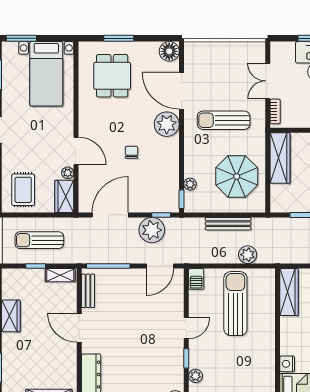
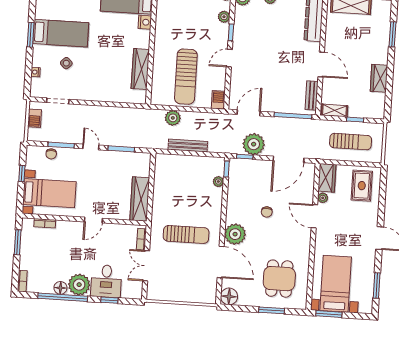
window: (21, 38) -> (329, 314), moved
double door: (268, 81) -> (146, 266), swing flipped
parasol: (237, 176) -> (178, 186), removed
wardrobe: (289, 292) -> (140, 69), moved

